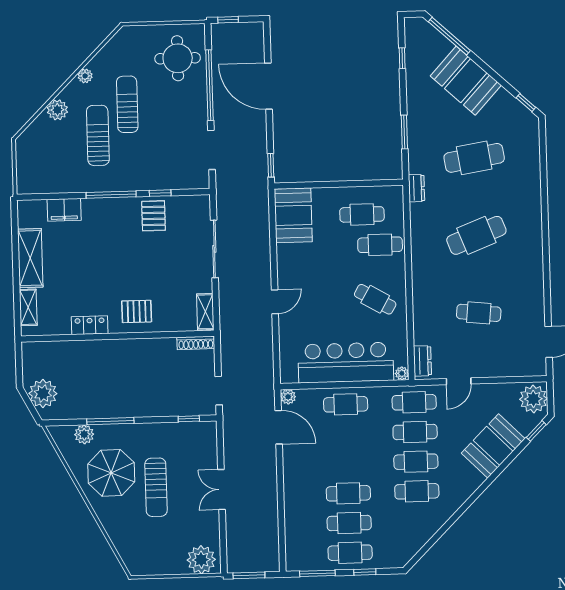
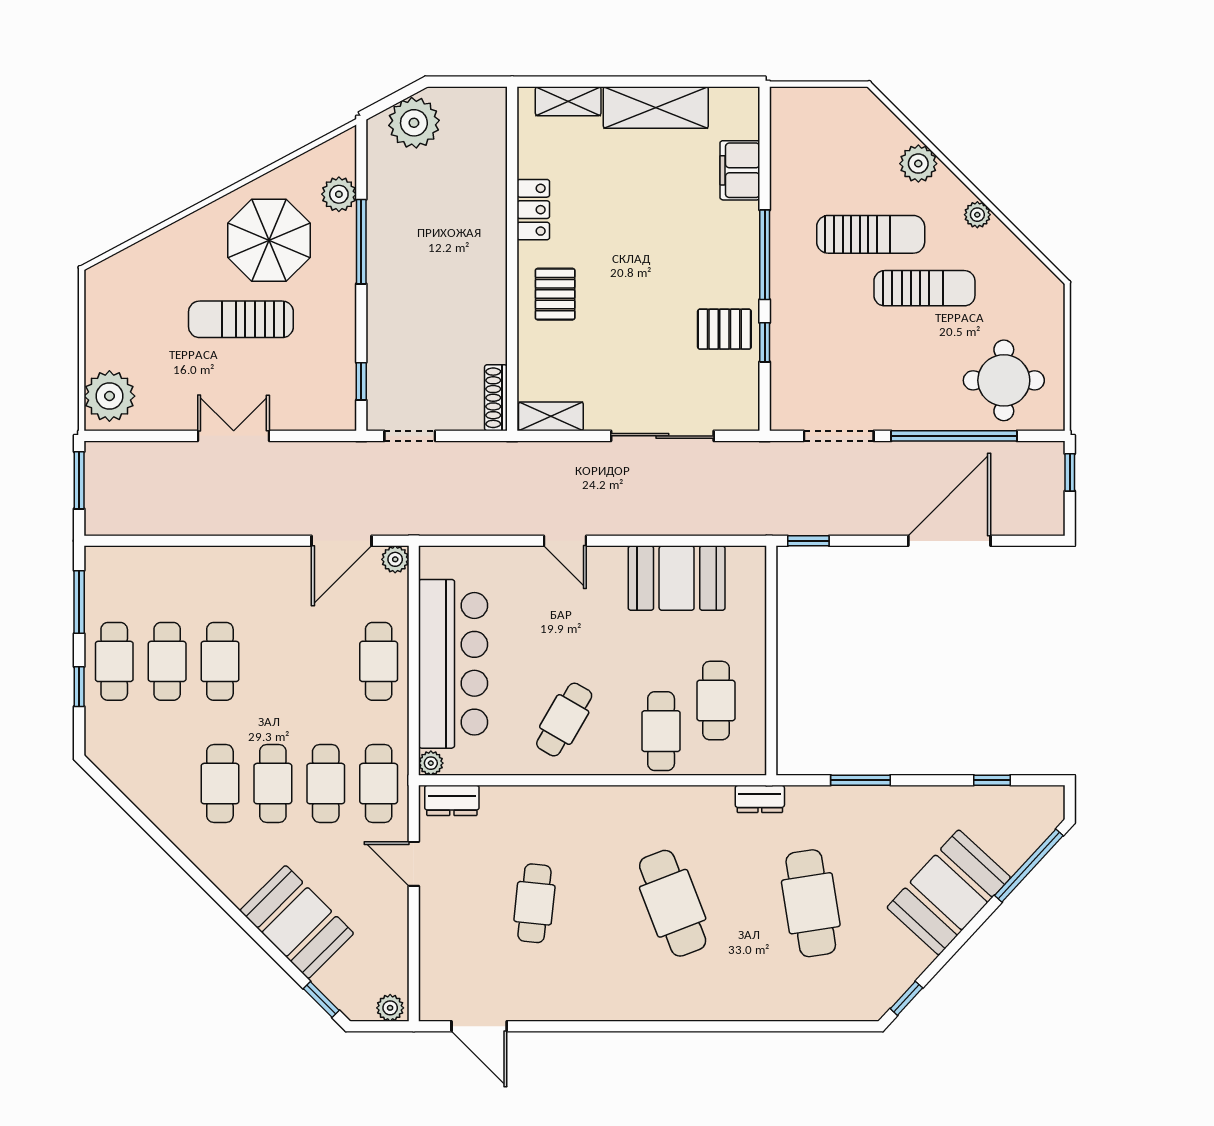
booth: (293, 215) -> (677, 578), moved
plant: (533, 399) -> (390, 1008), width x0.53, depth x0.53

